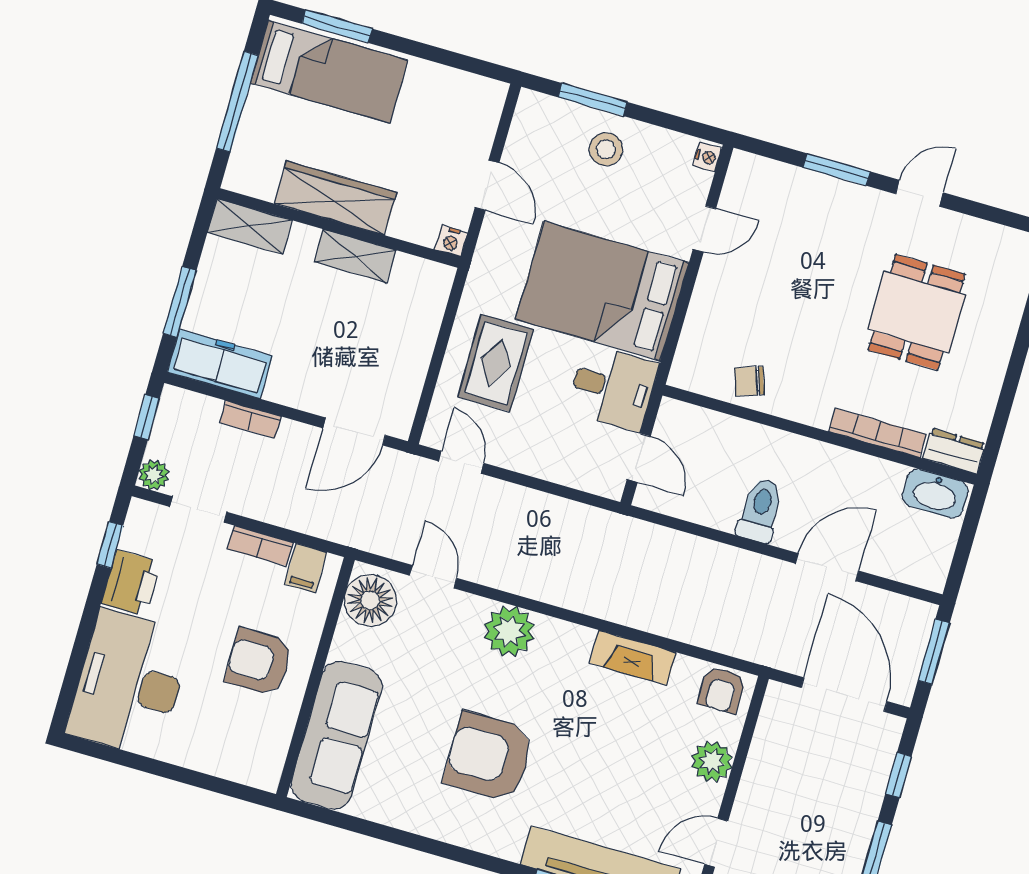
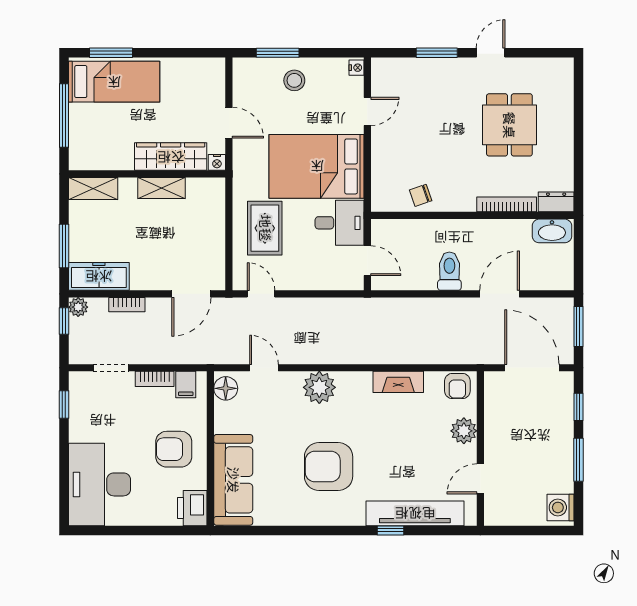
wardrobe: (335, 198) -> (171, 157), moved
plant: (154, 475) -> (78, 307), moved
printer: (131, 583) -> (192, 508), moved, turned 180
floor lamp: (370, 600) -> (226, 388), width x0.73, depth x0.73

